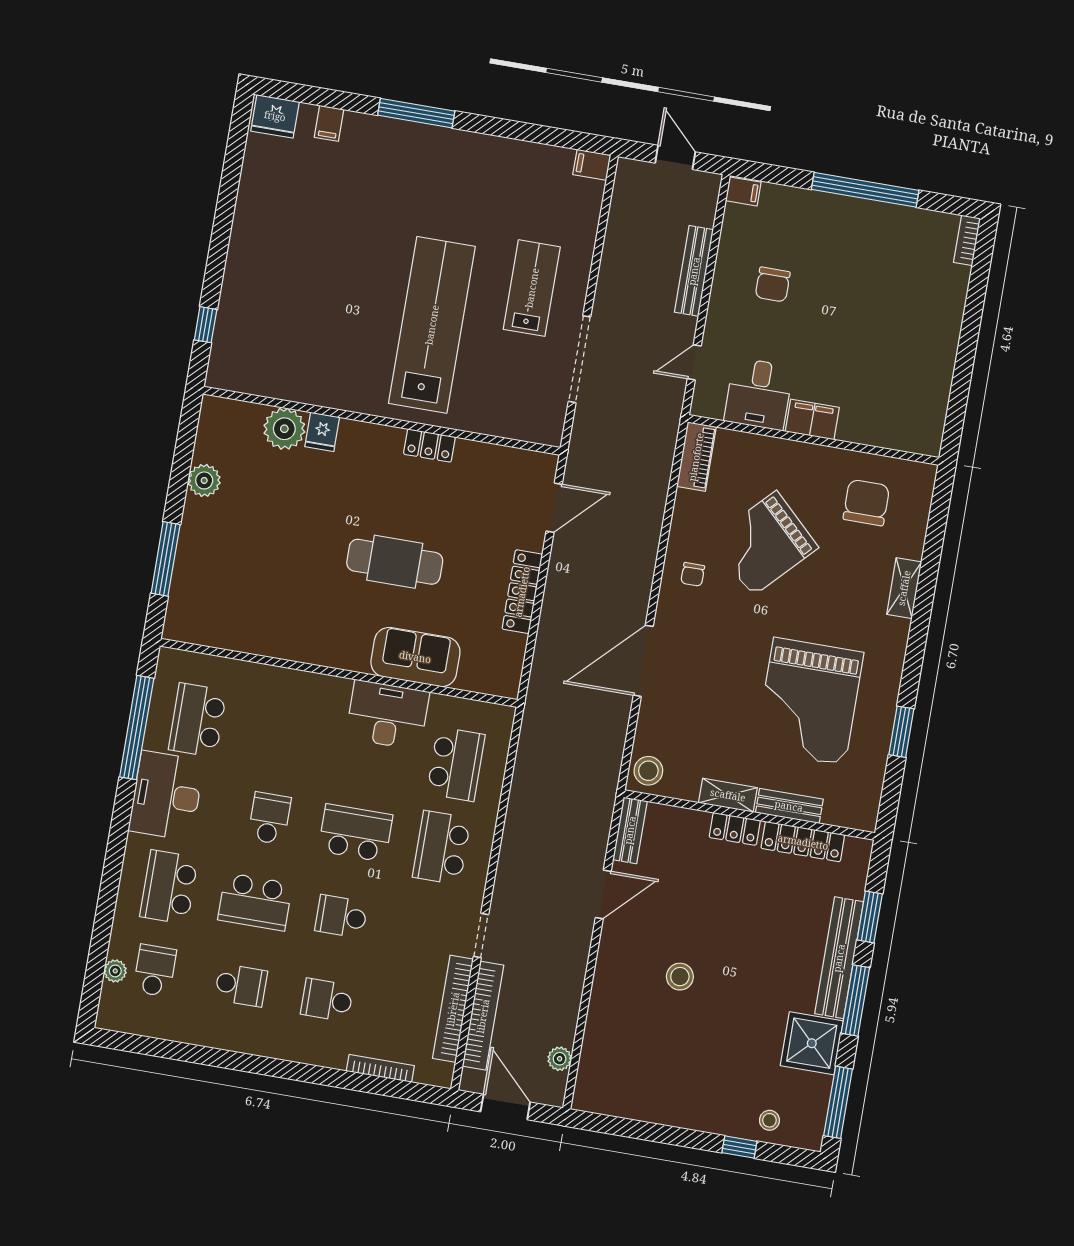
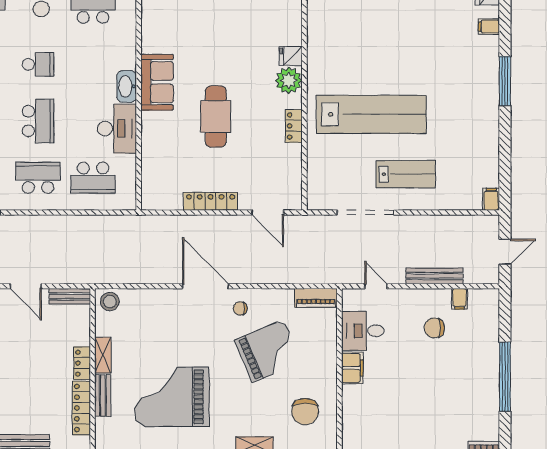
filing cabinet: (743, 191) -> (460, 299), moved
plant: (284, 429) -> (289, 81), moved
chair: (866, 503) -> (305, 412), turned 90
grand piano: (765, 543) -> (268, 351), turned 113
sofa: (415, 657) -> (157, 82), moved
door: (643, 661) -> (206, 286), moved
washbasin: (326, 689) -> (127, 86), added

